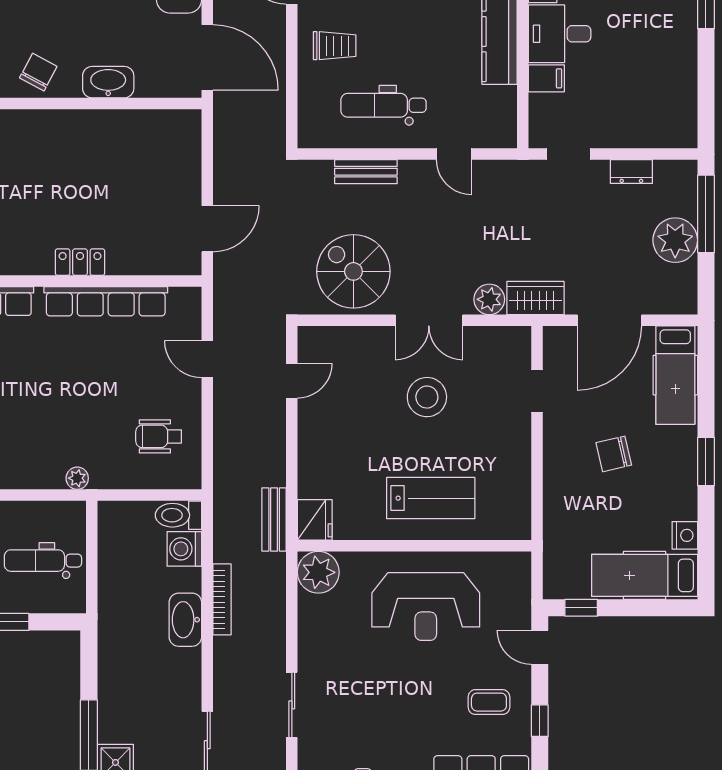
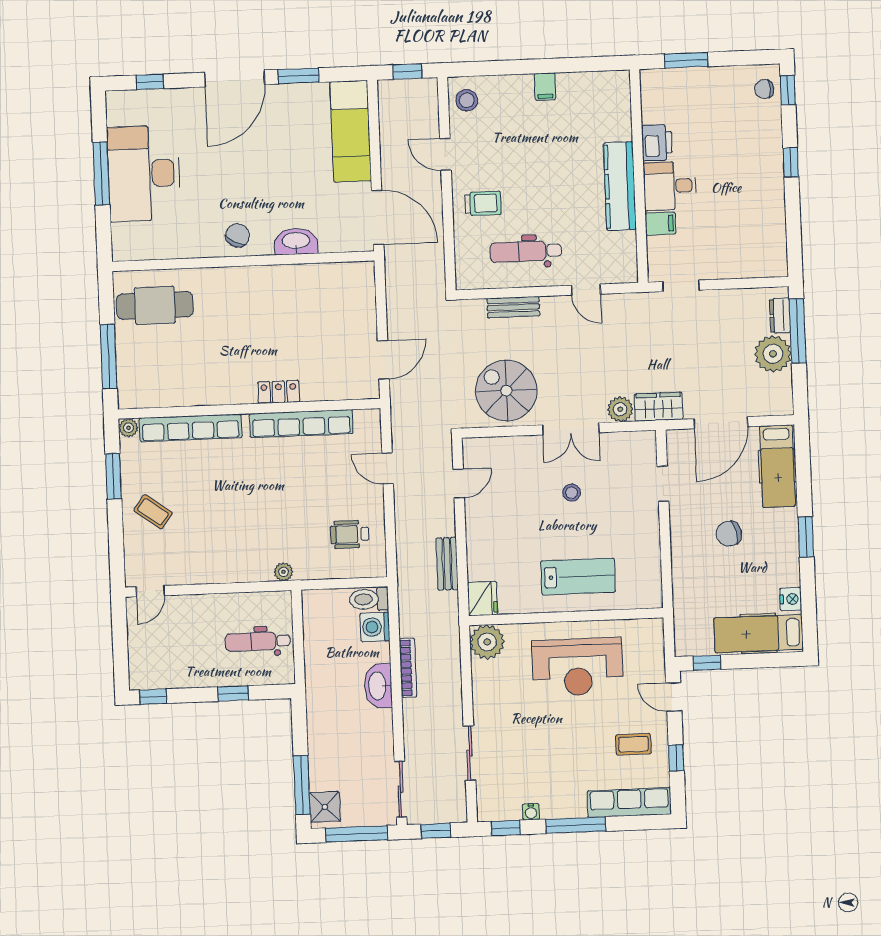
dresser: (631, 172) -> (780, 316), moved, turned 90
stool: (427, 397) -> (572, 493), width x0.53, depth x0.53
bench: (274, 519) -> (447, 564), moved

